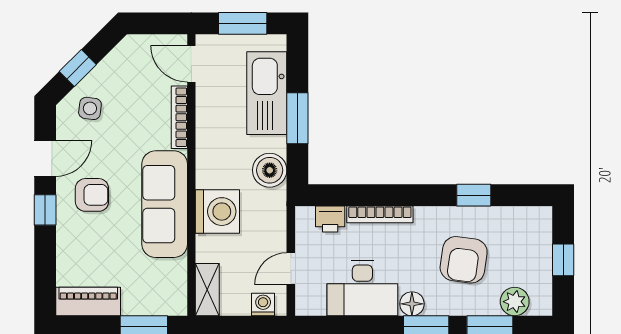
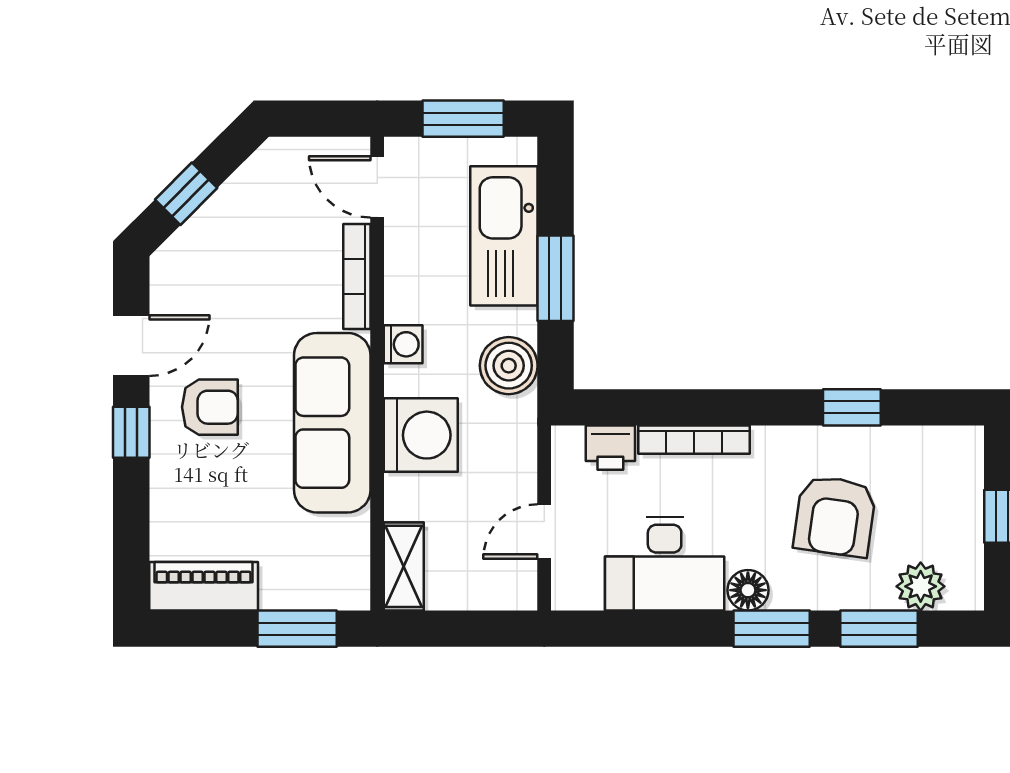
side table: (90, 108) -> (207, 262), removed
washing machine: (263, 304) -> (403, 344), moved, turned 90

